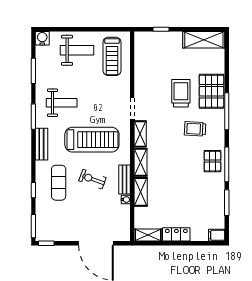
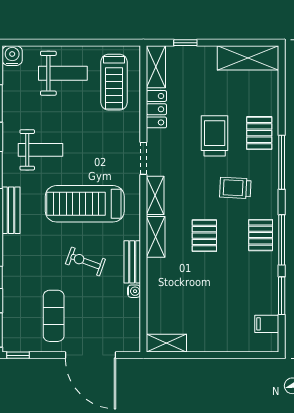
pallet: (211, 91) -> (259, 133), width x0.67, depth x0.71
treadmill: (92, 140) -> (85, 204), turned 180
pallet: (174, 161) -> (204, 236), added
exercise mat: (59, 183) -> (54, 316), moved
shelving: (141, 192) -> (156, 67), moved
locker: (176, 234) -> (156, 109), moved, turned 90
filing cabinet: (217, 235) -> (267, 324), moved

